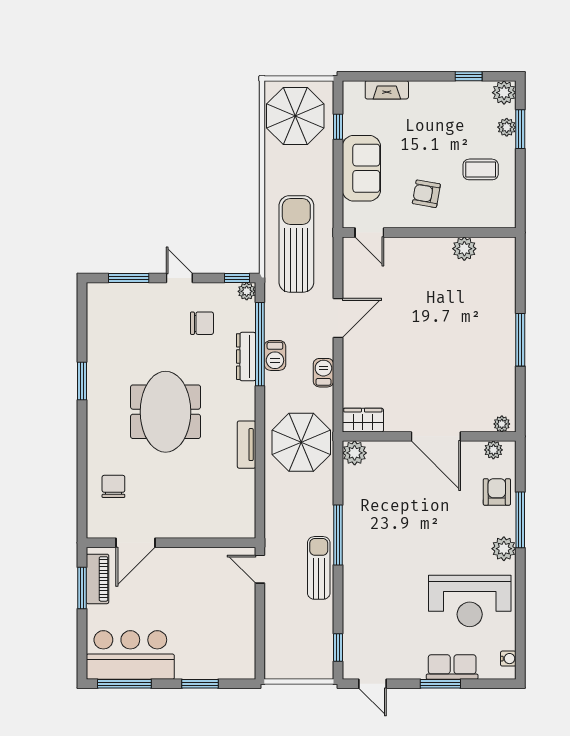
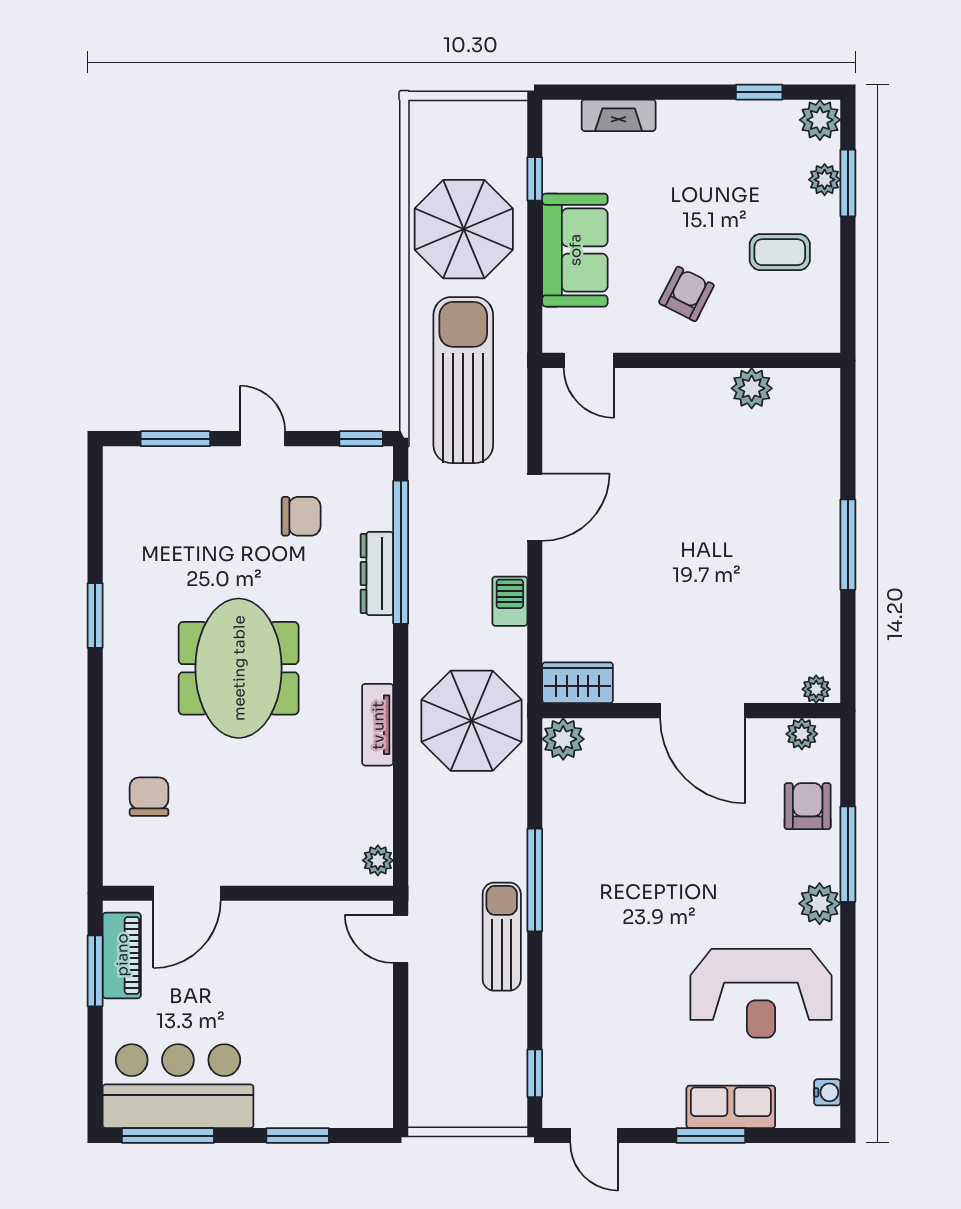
parasol: (295, 116) -> (464, 229), moved
armchair: (426, 194) -> (687, 294), turned 107
plant: (247, 291) -> (378, 860), moved
barbecue: (275, 355) -> (426, 572), removed

